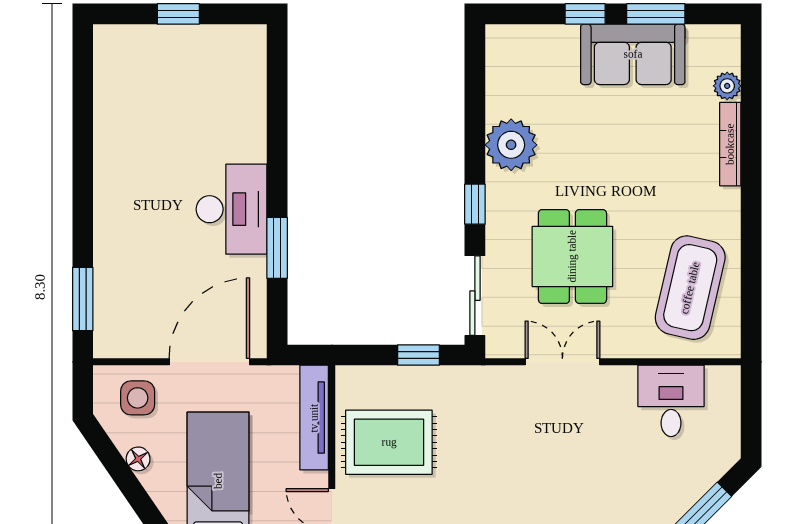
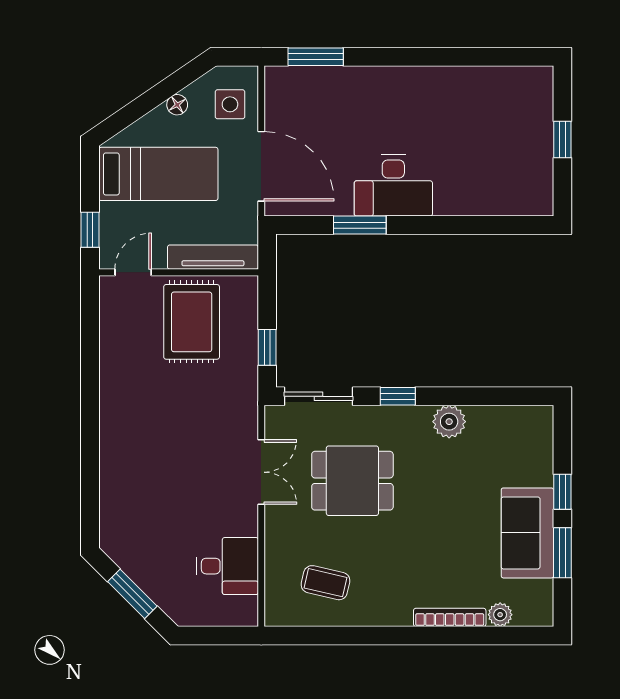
plant: (511, 145) -> (449, 422), width x0.73, depth x0.73
coffee table: (690, 288) -> (325, 583), width x0.54, depth x0.58

